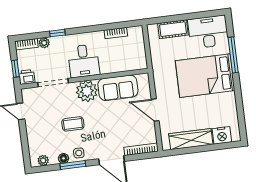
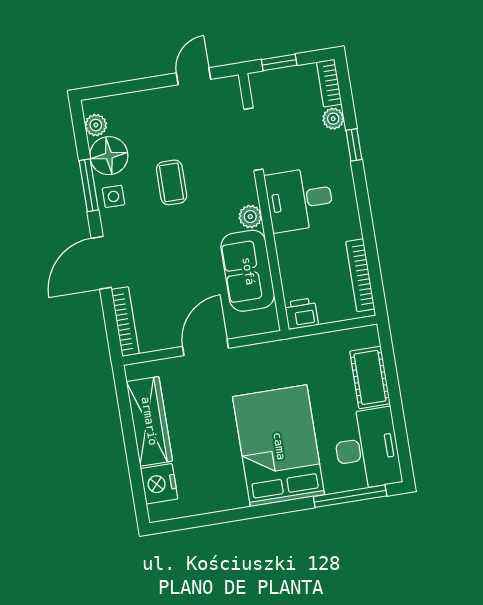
bookcase: (116, 33) -> (360, 275), width x1.56
window: (233, 55) -> (350, 496), moved
printer: (27, 77) -> (301, 314), moved, turned -90
plant: (87, 91) -> (250, 217), width x0.53, depth x0.53
floor lamp: (64, 158) -> (109, 156), width x1.89, depth x1.89

